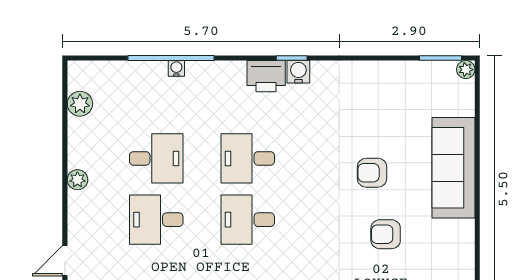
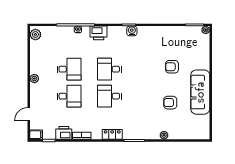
printer: (266, 76) -> (99, 33), moved
plant: (80, 104) -> (35, 34), moved
sofa: (453, 168) -> (200, 92), moved
armchair: (372, 173) -> (172, 67), moved
desk: (156, 220) -> (69, 96), turned 180

